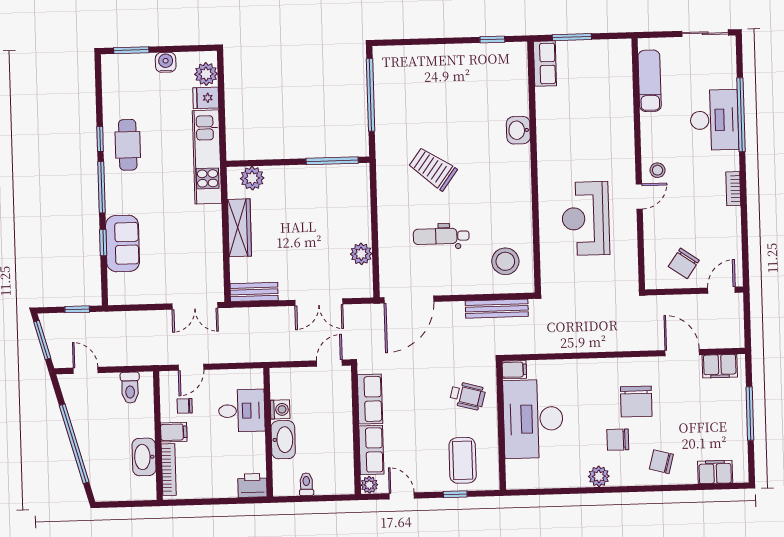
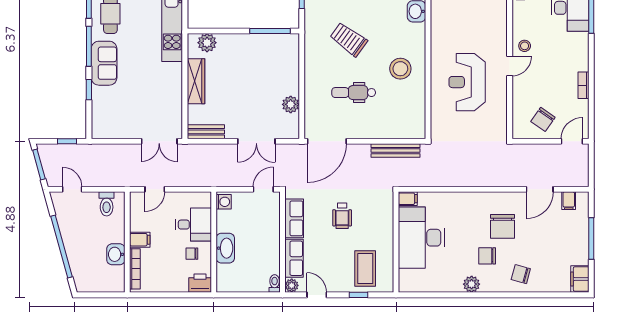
bookcase: (733, 189) -> (583, 85), moved
sofa: (123, 243) -> (104, 63), moved
stool: (505, 261) -> (400, 69), moved
door: (682, 353) -> (540, 189), swing flipped
filing cabinet: (720, 366) -> (569, 201), width x0.50
wheelchair: (468, 396) -> (342, 216), moved, turned 75
chair: (185, 406) -> (192, 254), moved
washing machine: (280, 409) -> (224, 202), moved
washbasin: (144, 457) -> (116, 254), width x0.72
filing cabinet: (715, 472) -> (580, 279), moved, turned -90
toilet: (306, 484) -> (275, 284), moved

